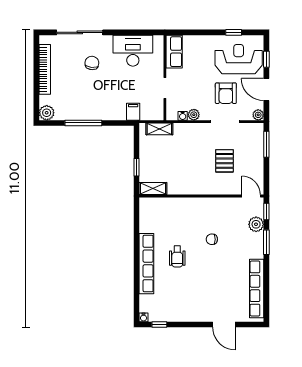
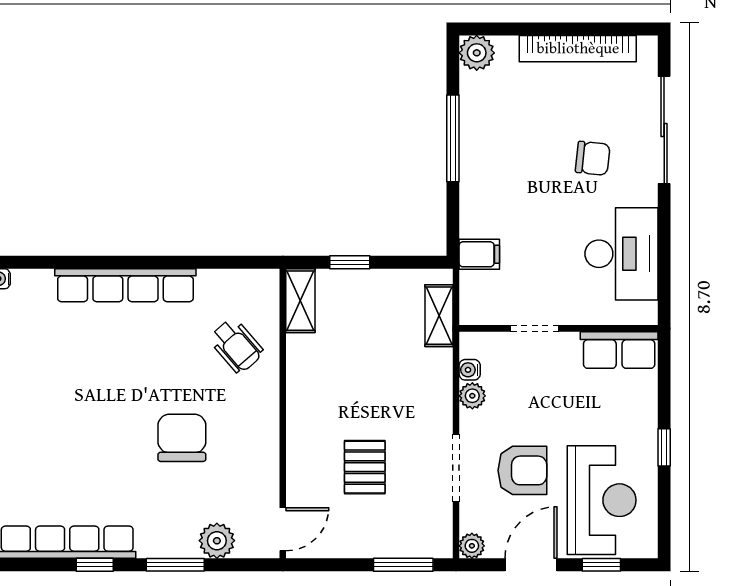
window: (234, 32) -> (664, 447), moved
armchair: (226, 93) -> (522, 470), turned 180
pallet: (224, 161) -> (365, 467), turned 90
window: (266, 212) -> (95, 565), moved
chair: (212, 239) -> (182, 438), width x1.87, depth x1.87
wheelchair: (177, 256) -> (236, 346), moved, turned -131

